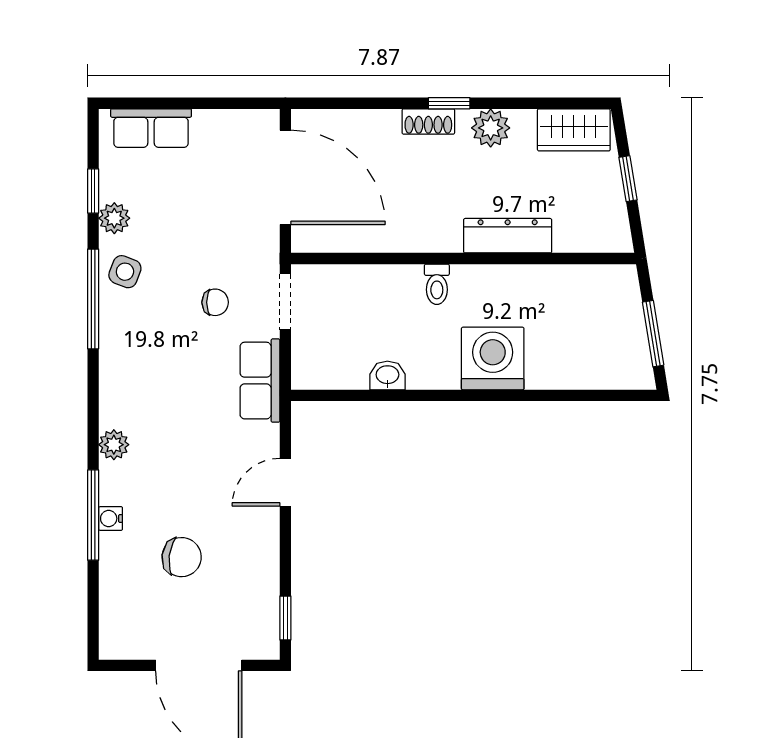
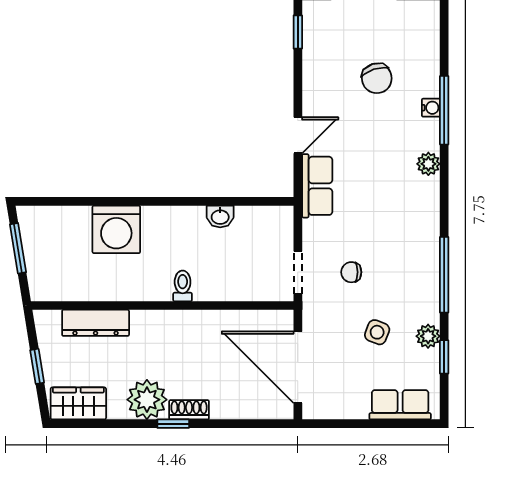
plant: (491, 128) -> (147, 400), width x1.36, depth x1.36
dresser: (508, 236) -> (96, 323), moved
side table: (125, 272) -> (377, 332), moved
washing machine: (493, 359) -> (116, 229), moved
row of seats: (260, 381) -> (317, 186), moved
chair: (182, 557) -> (377, 78), turned -115

